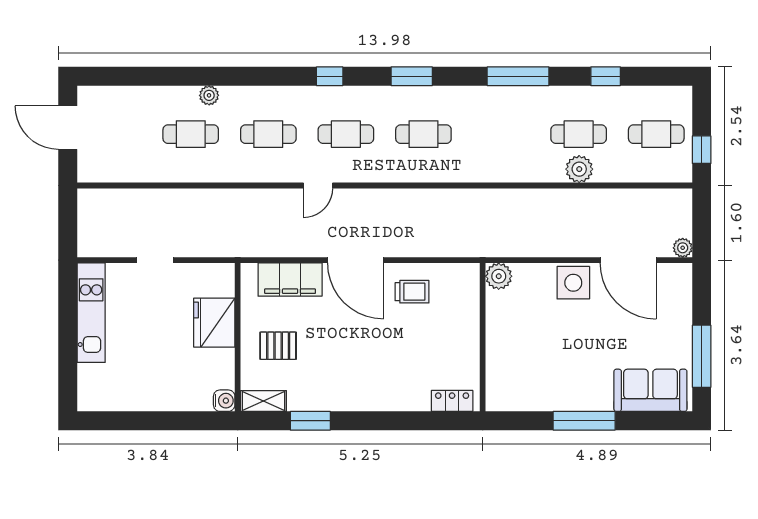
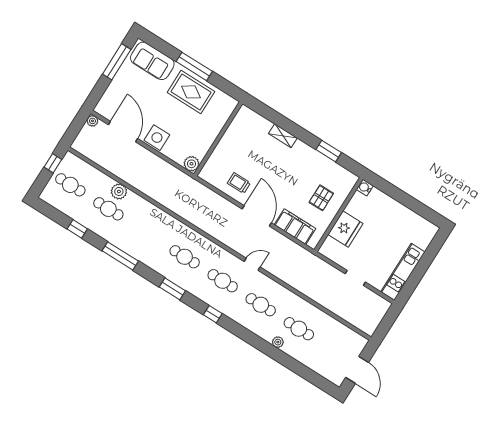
pallet: (278, 346) -> (321, 198), turned 90
rug: (566, 380) -> (191, 92), added
shelving: (263, 401) -> (283, 136), moved
locker: (452, 401) -> (253, 117), removed

